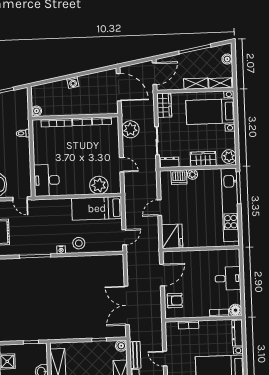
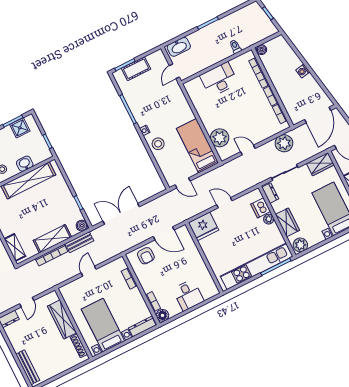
door: (122, 165) -> (248, 150), swing flipped
desk: (47, 180) -> (219, 79), moved

